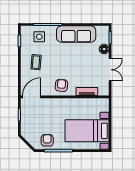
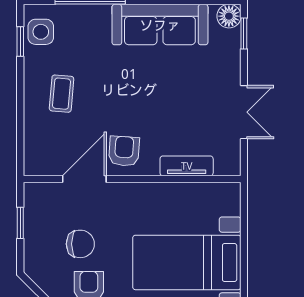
side table: (39, 37) -> (41, 32), moved
floor lamp: (104, 49) -> (229, 16), moved
door: (32, 97) -> (84, 179), moved
chair: (44, 123) -> (80, 244), added

